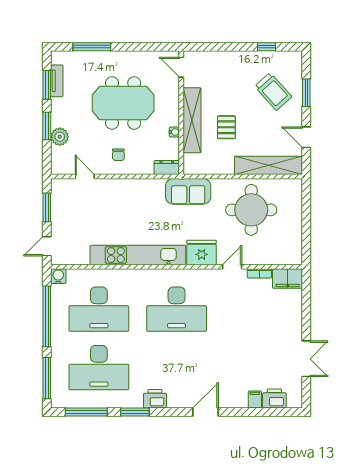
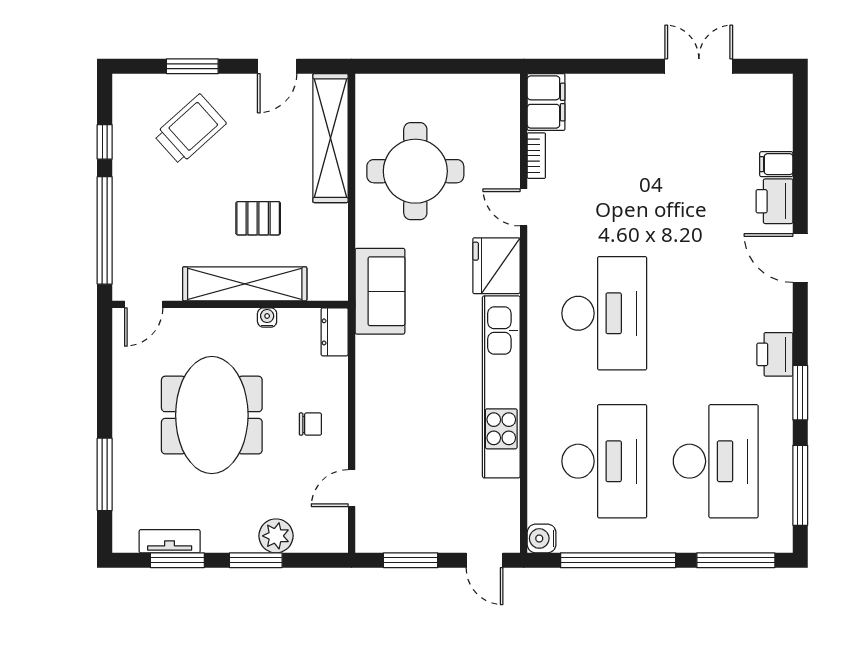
window: (220, 47) -> (105, 230), added
printer: (274, 399) -> (774, 201), moved

